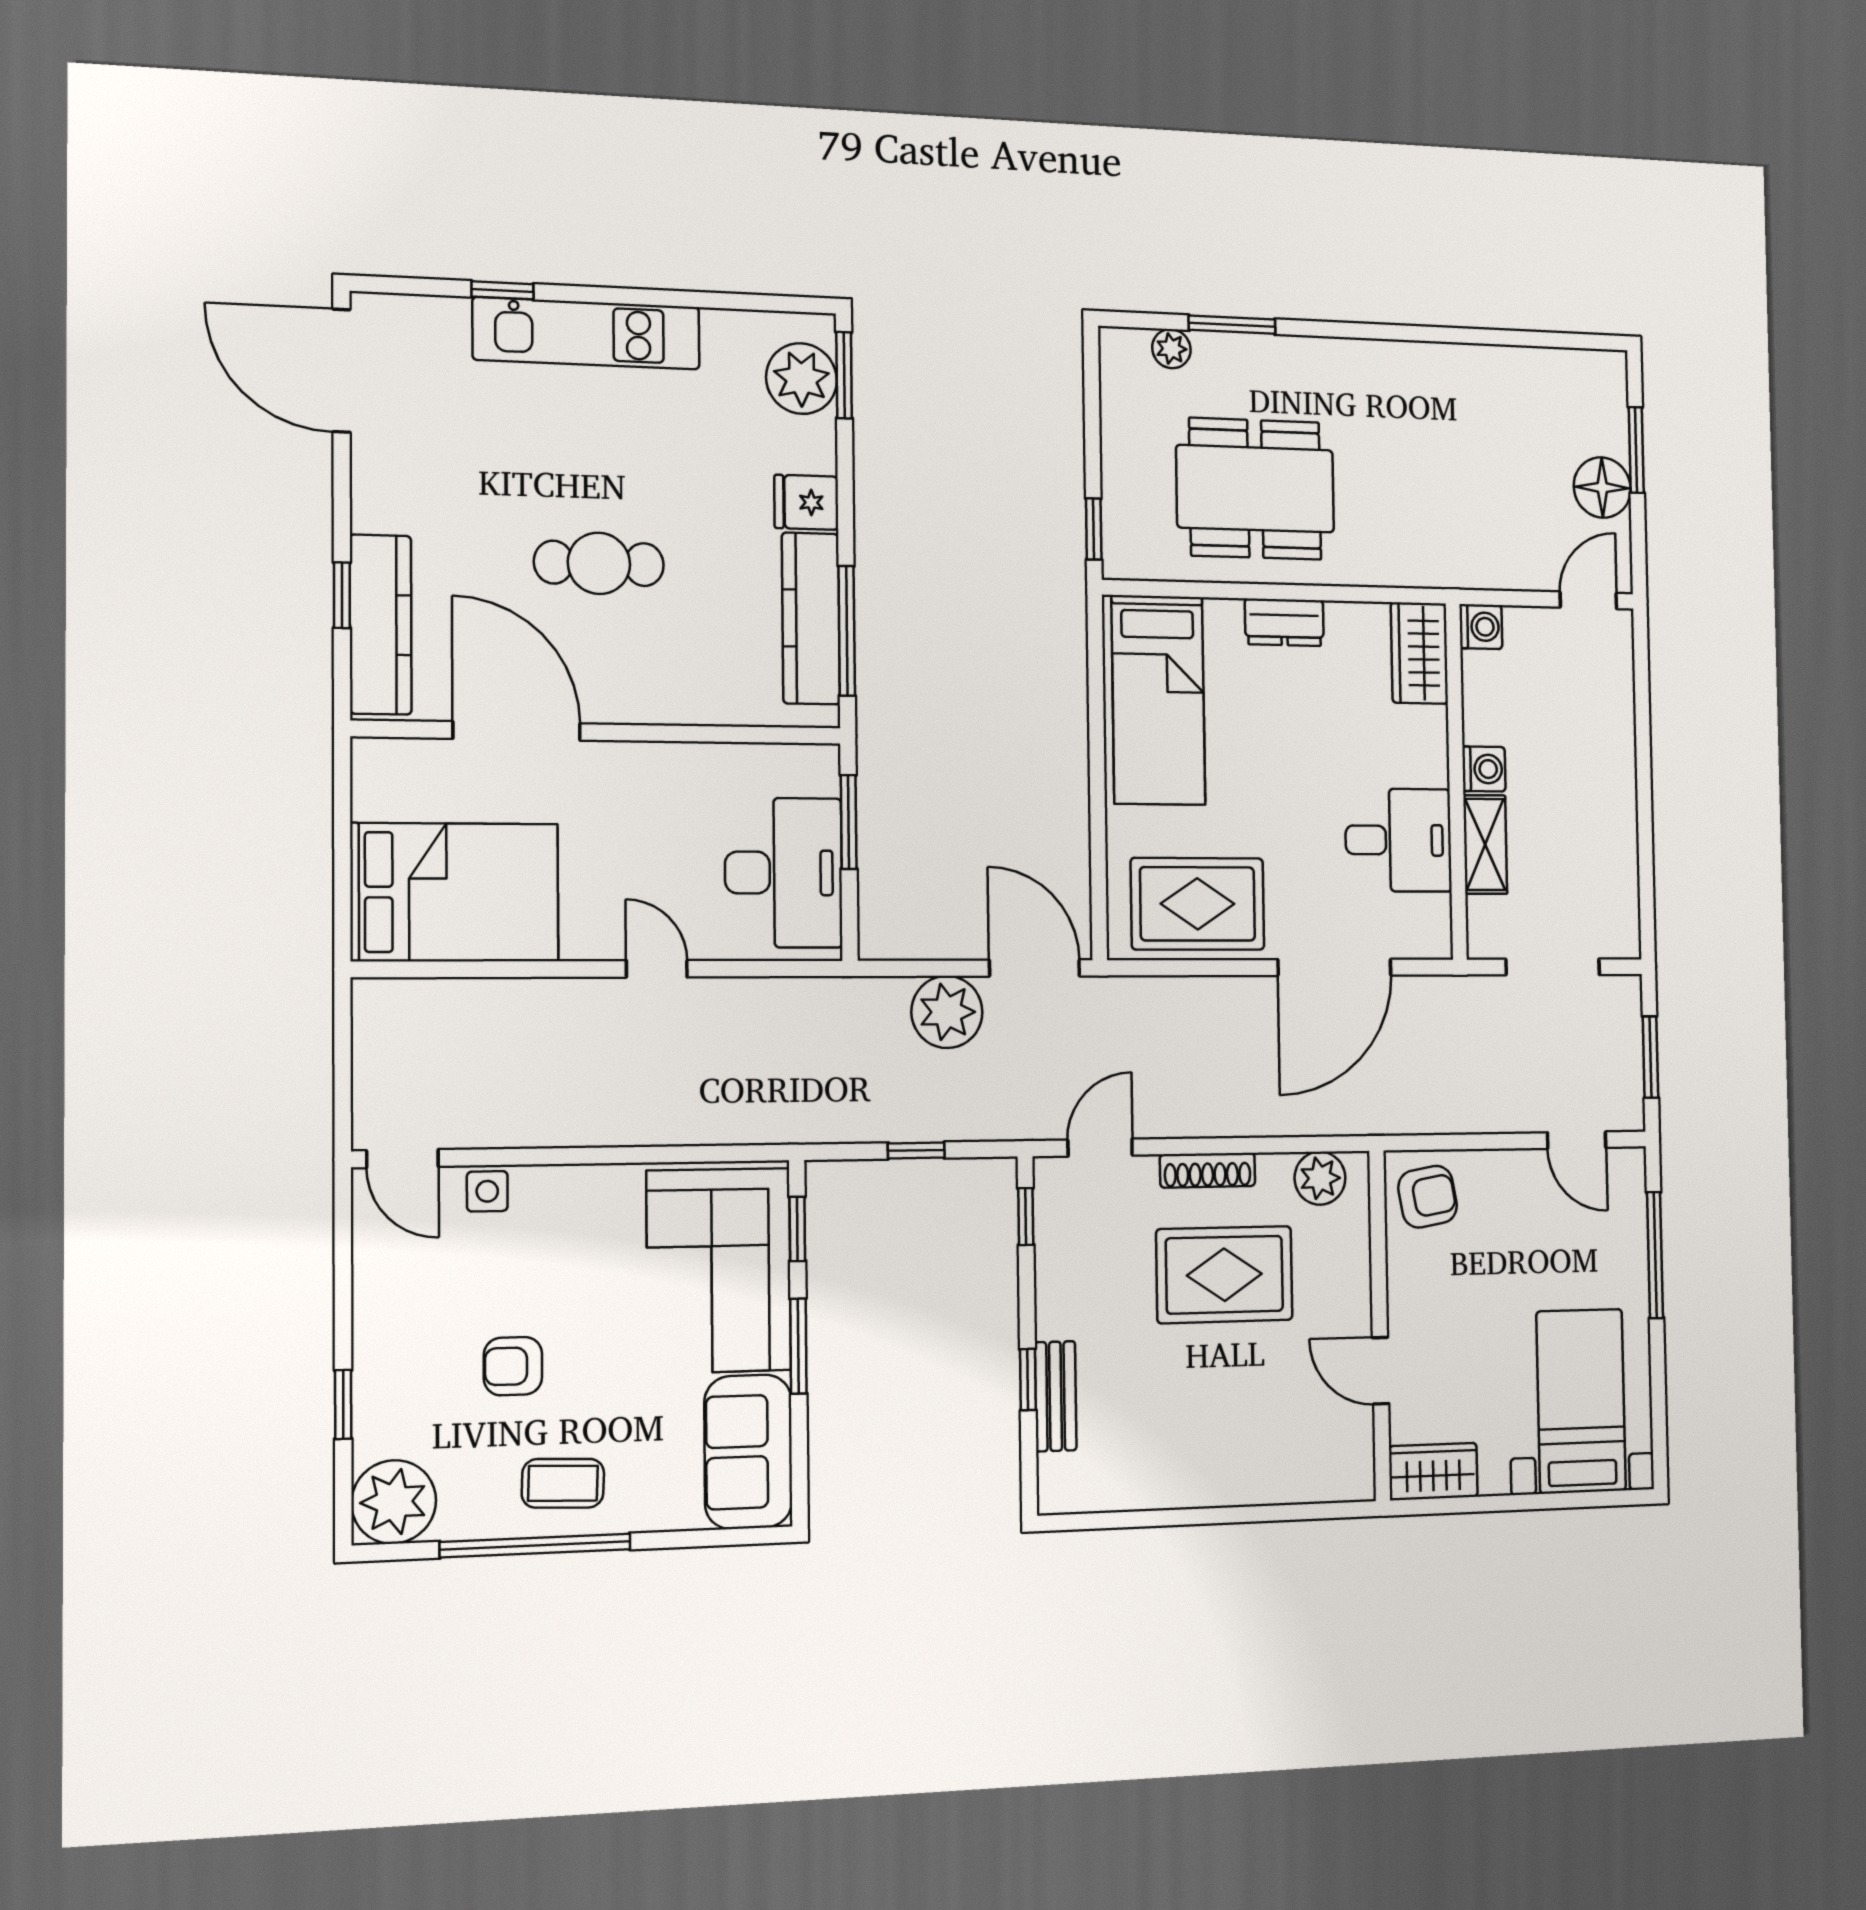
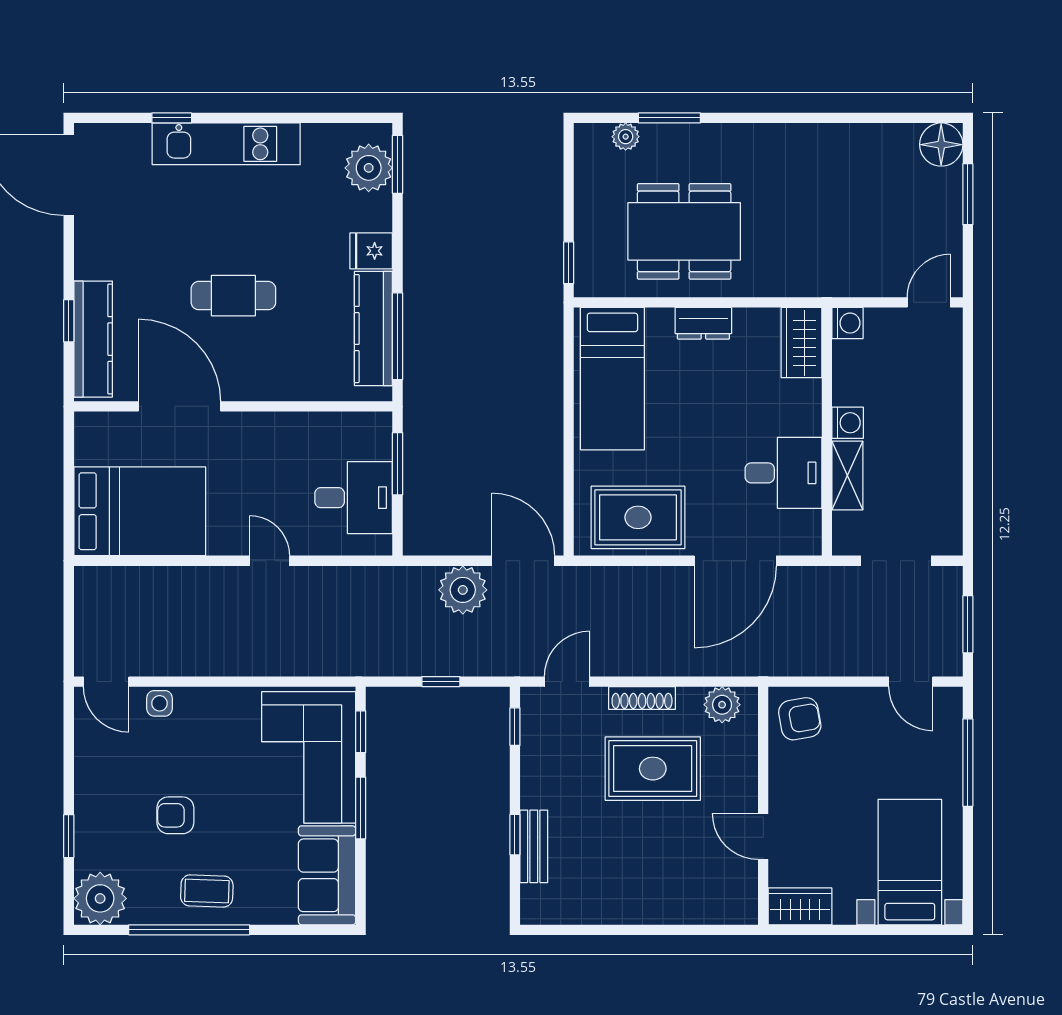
floor lamp: (1602, 487) -> (941, 145), moved
desk: (784, 873) -> (354, 498), width x0.73

